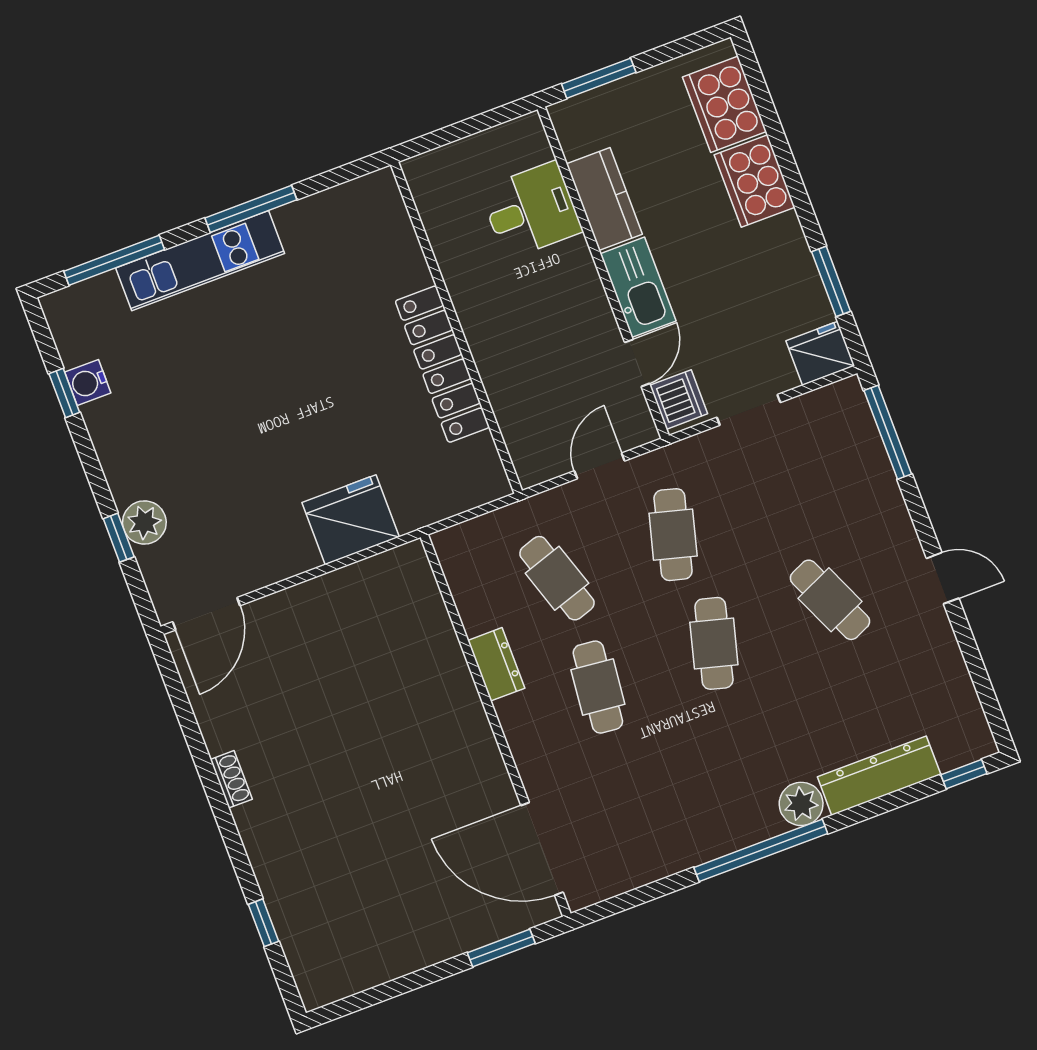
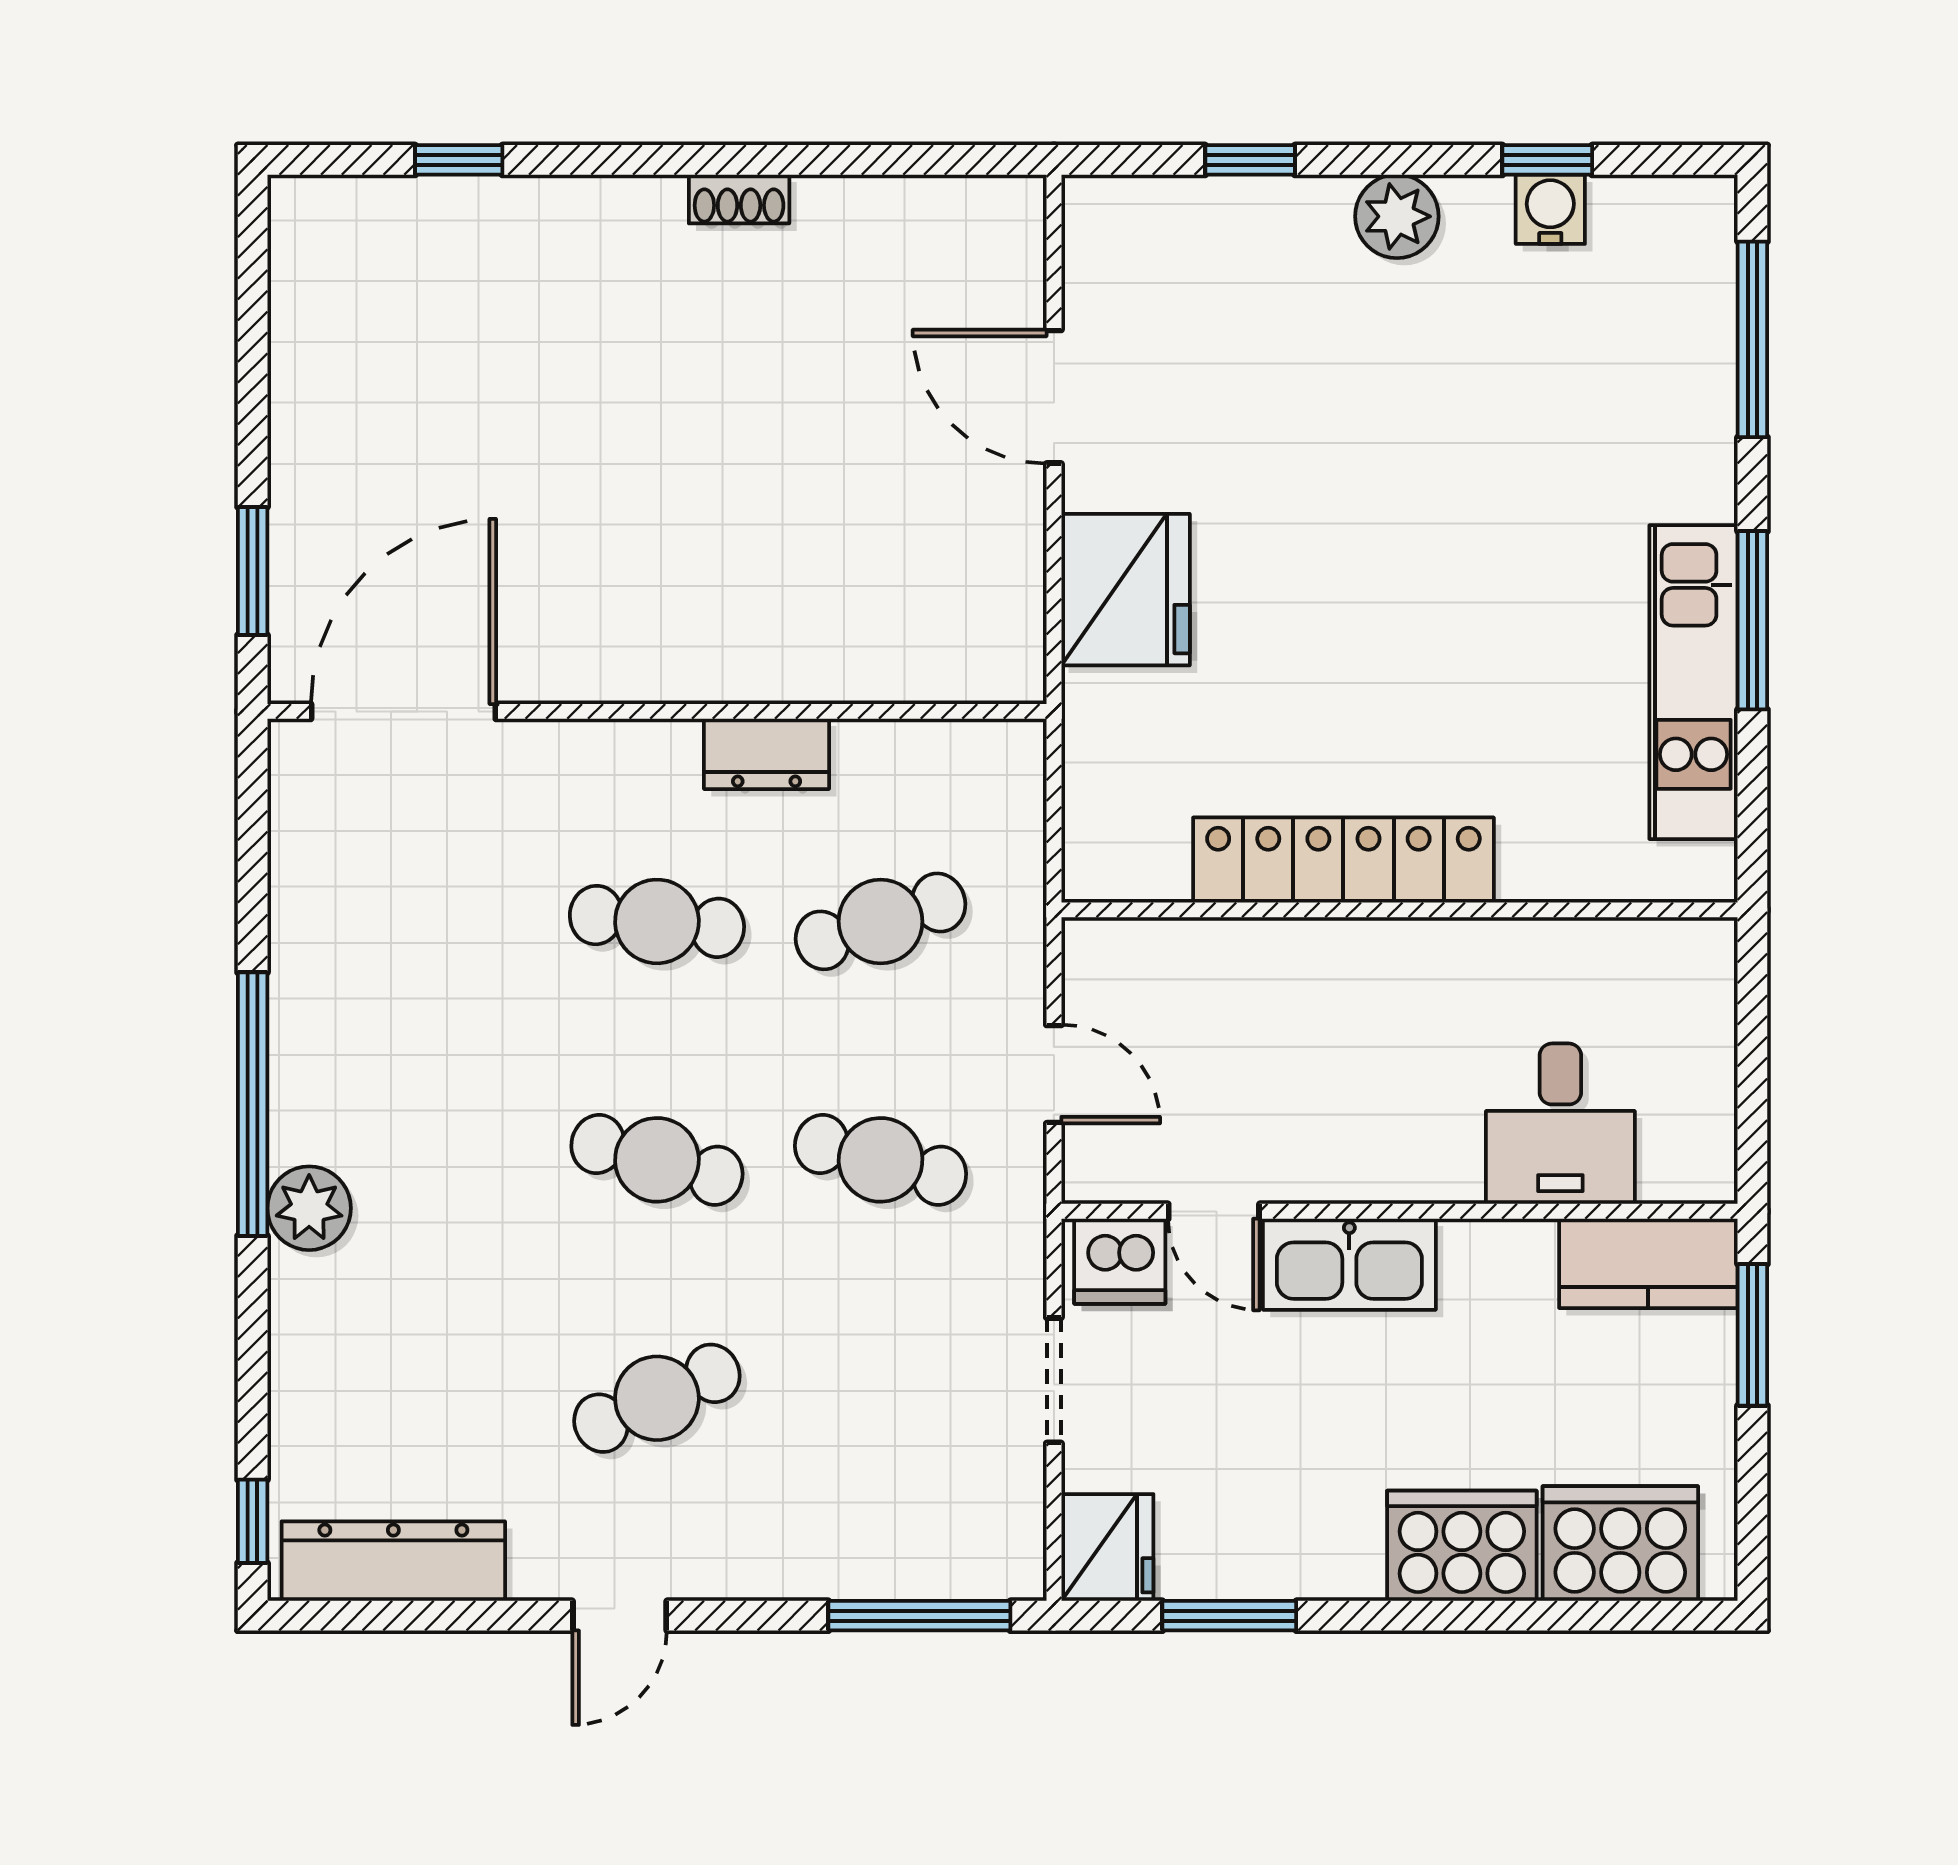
kitchen counter: (604, 199) -> (1648, 1263), moved
kitchen unit: (200, 261) -> (1693, 682), moved
plant: (144, 523) -> (1397, 216), moved
door: (206, 614) -> (1054, 397), moved
dresser: (879, 776) -> (393, 1561), moved, turned -90

